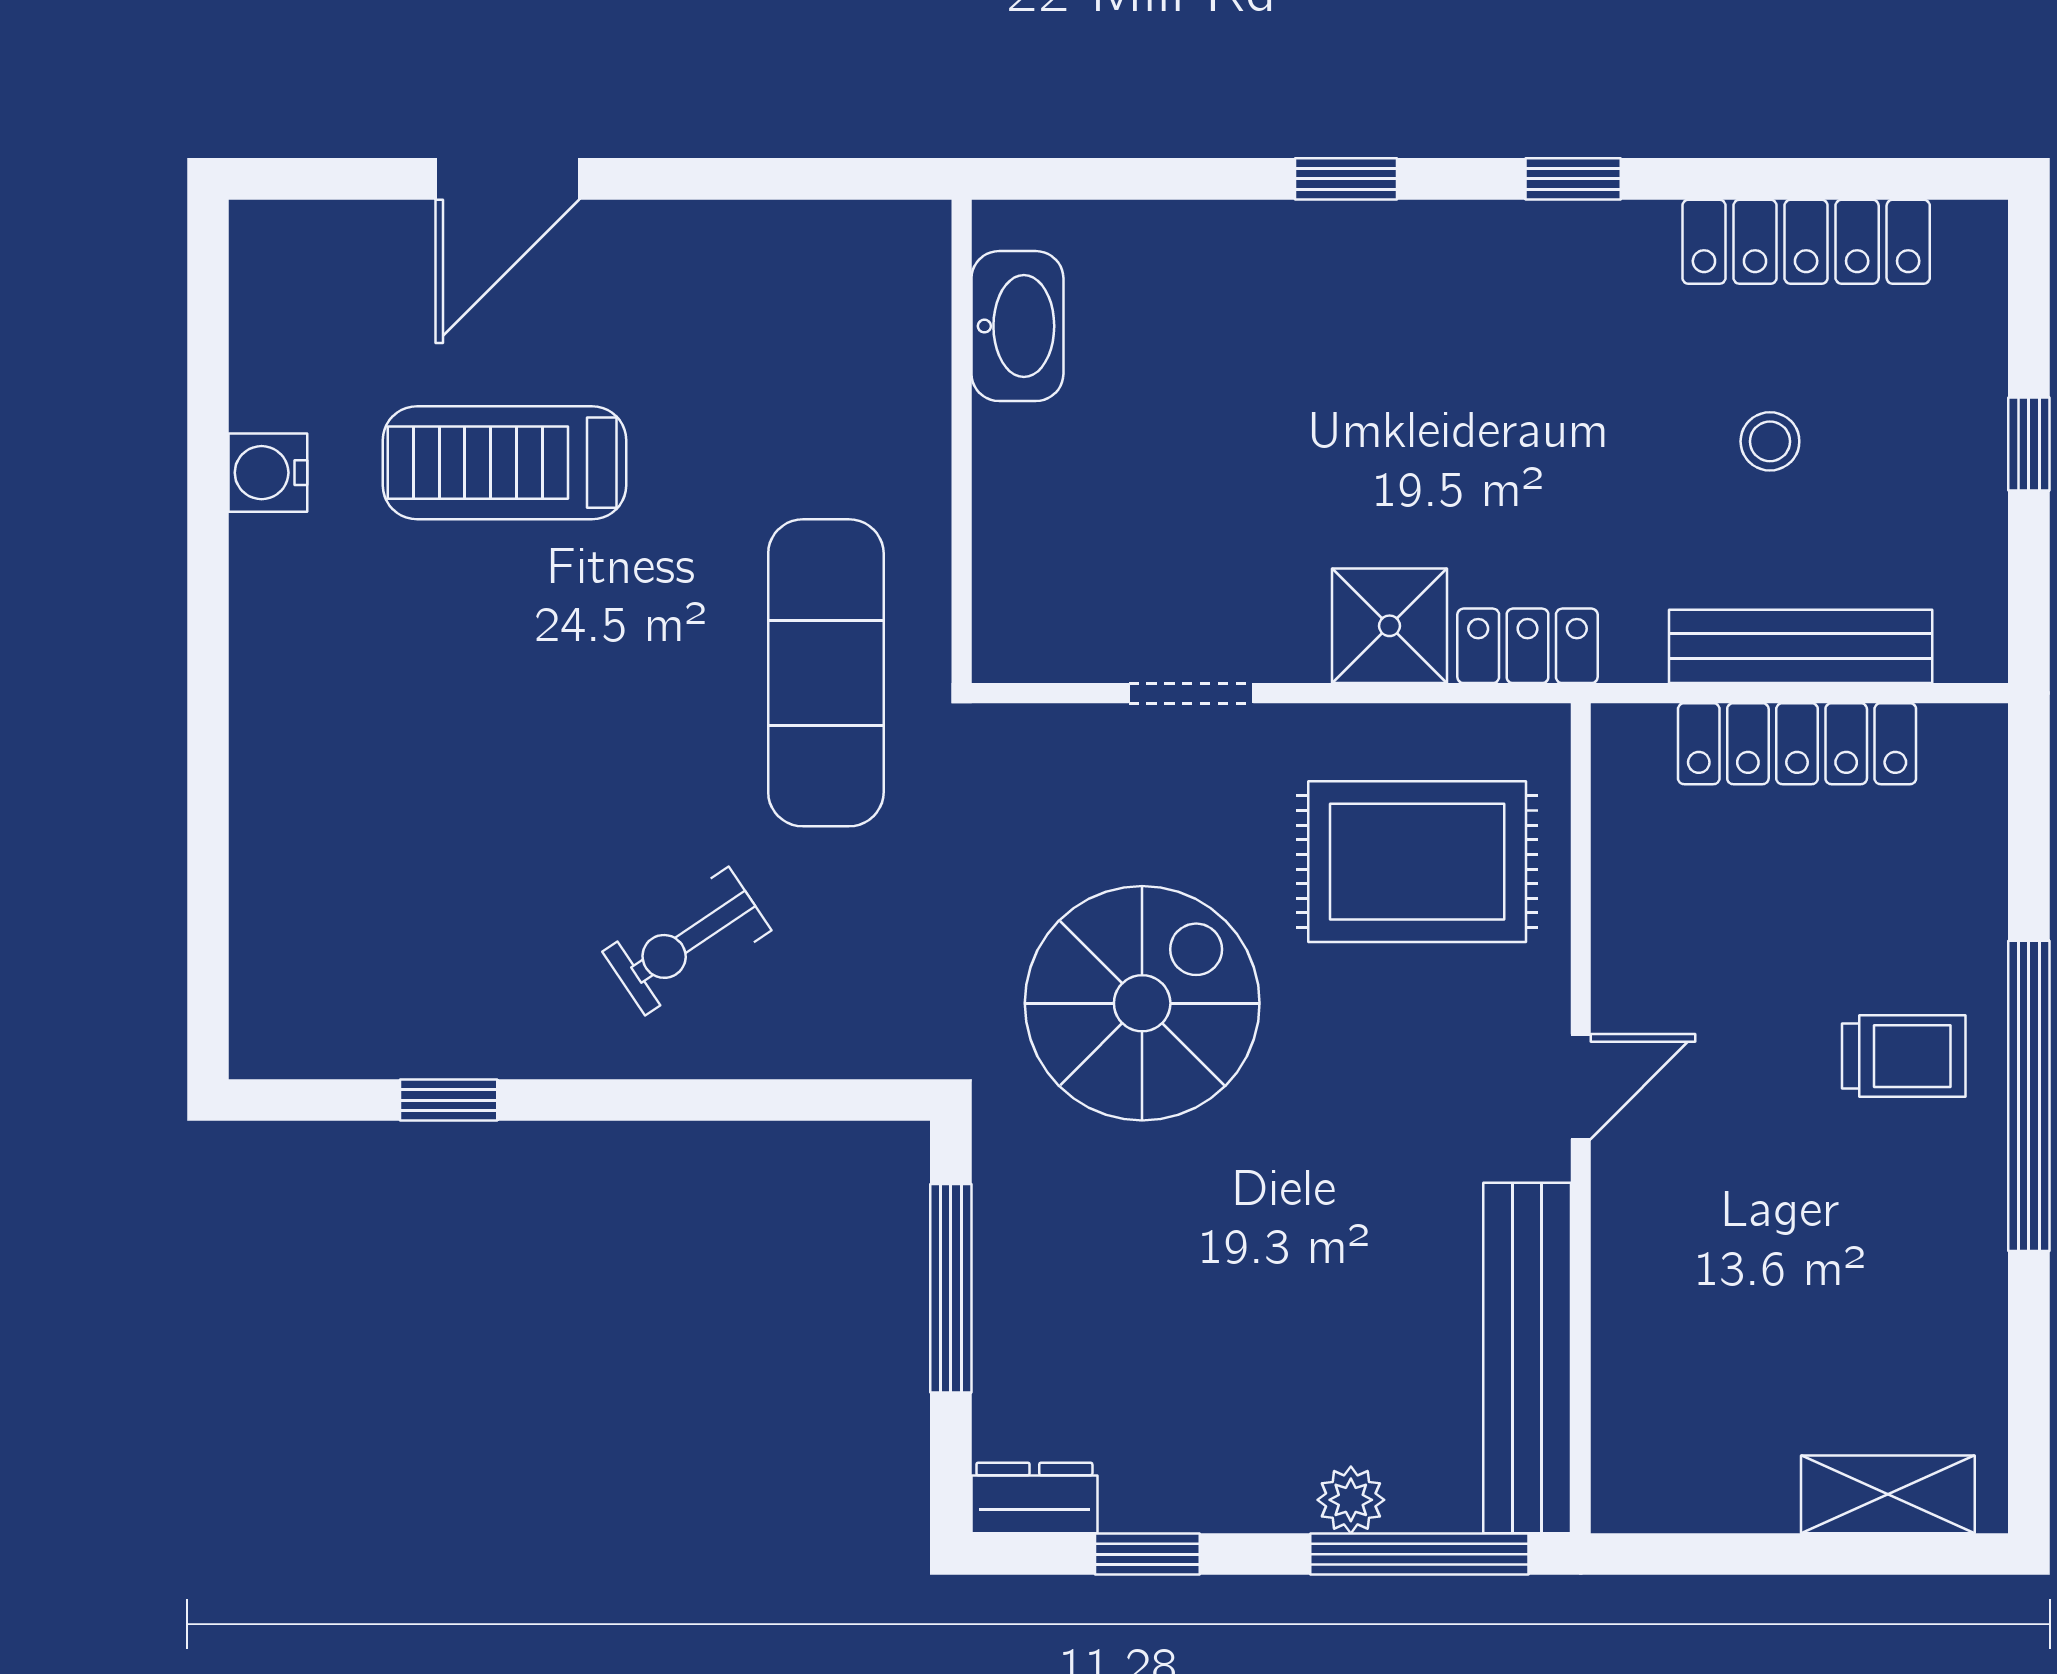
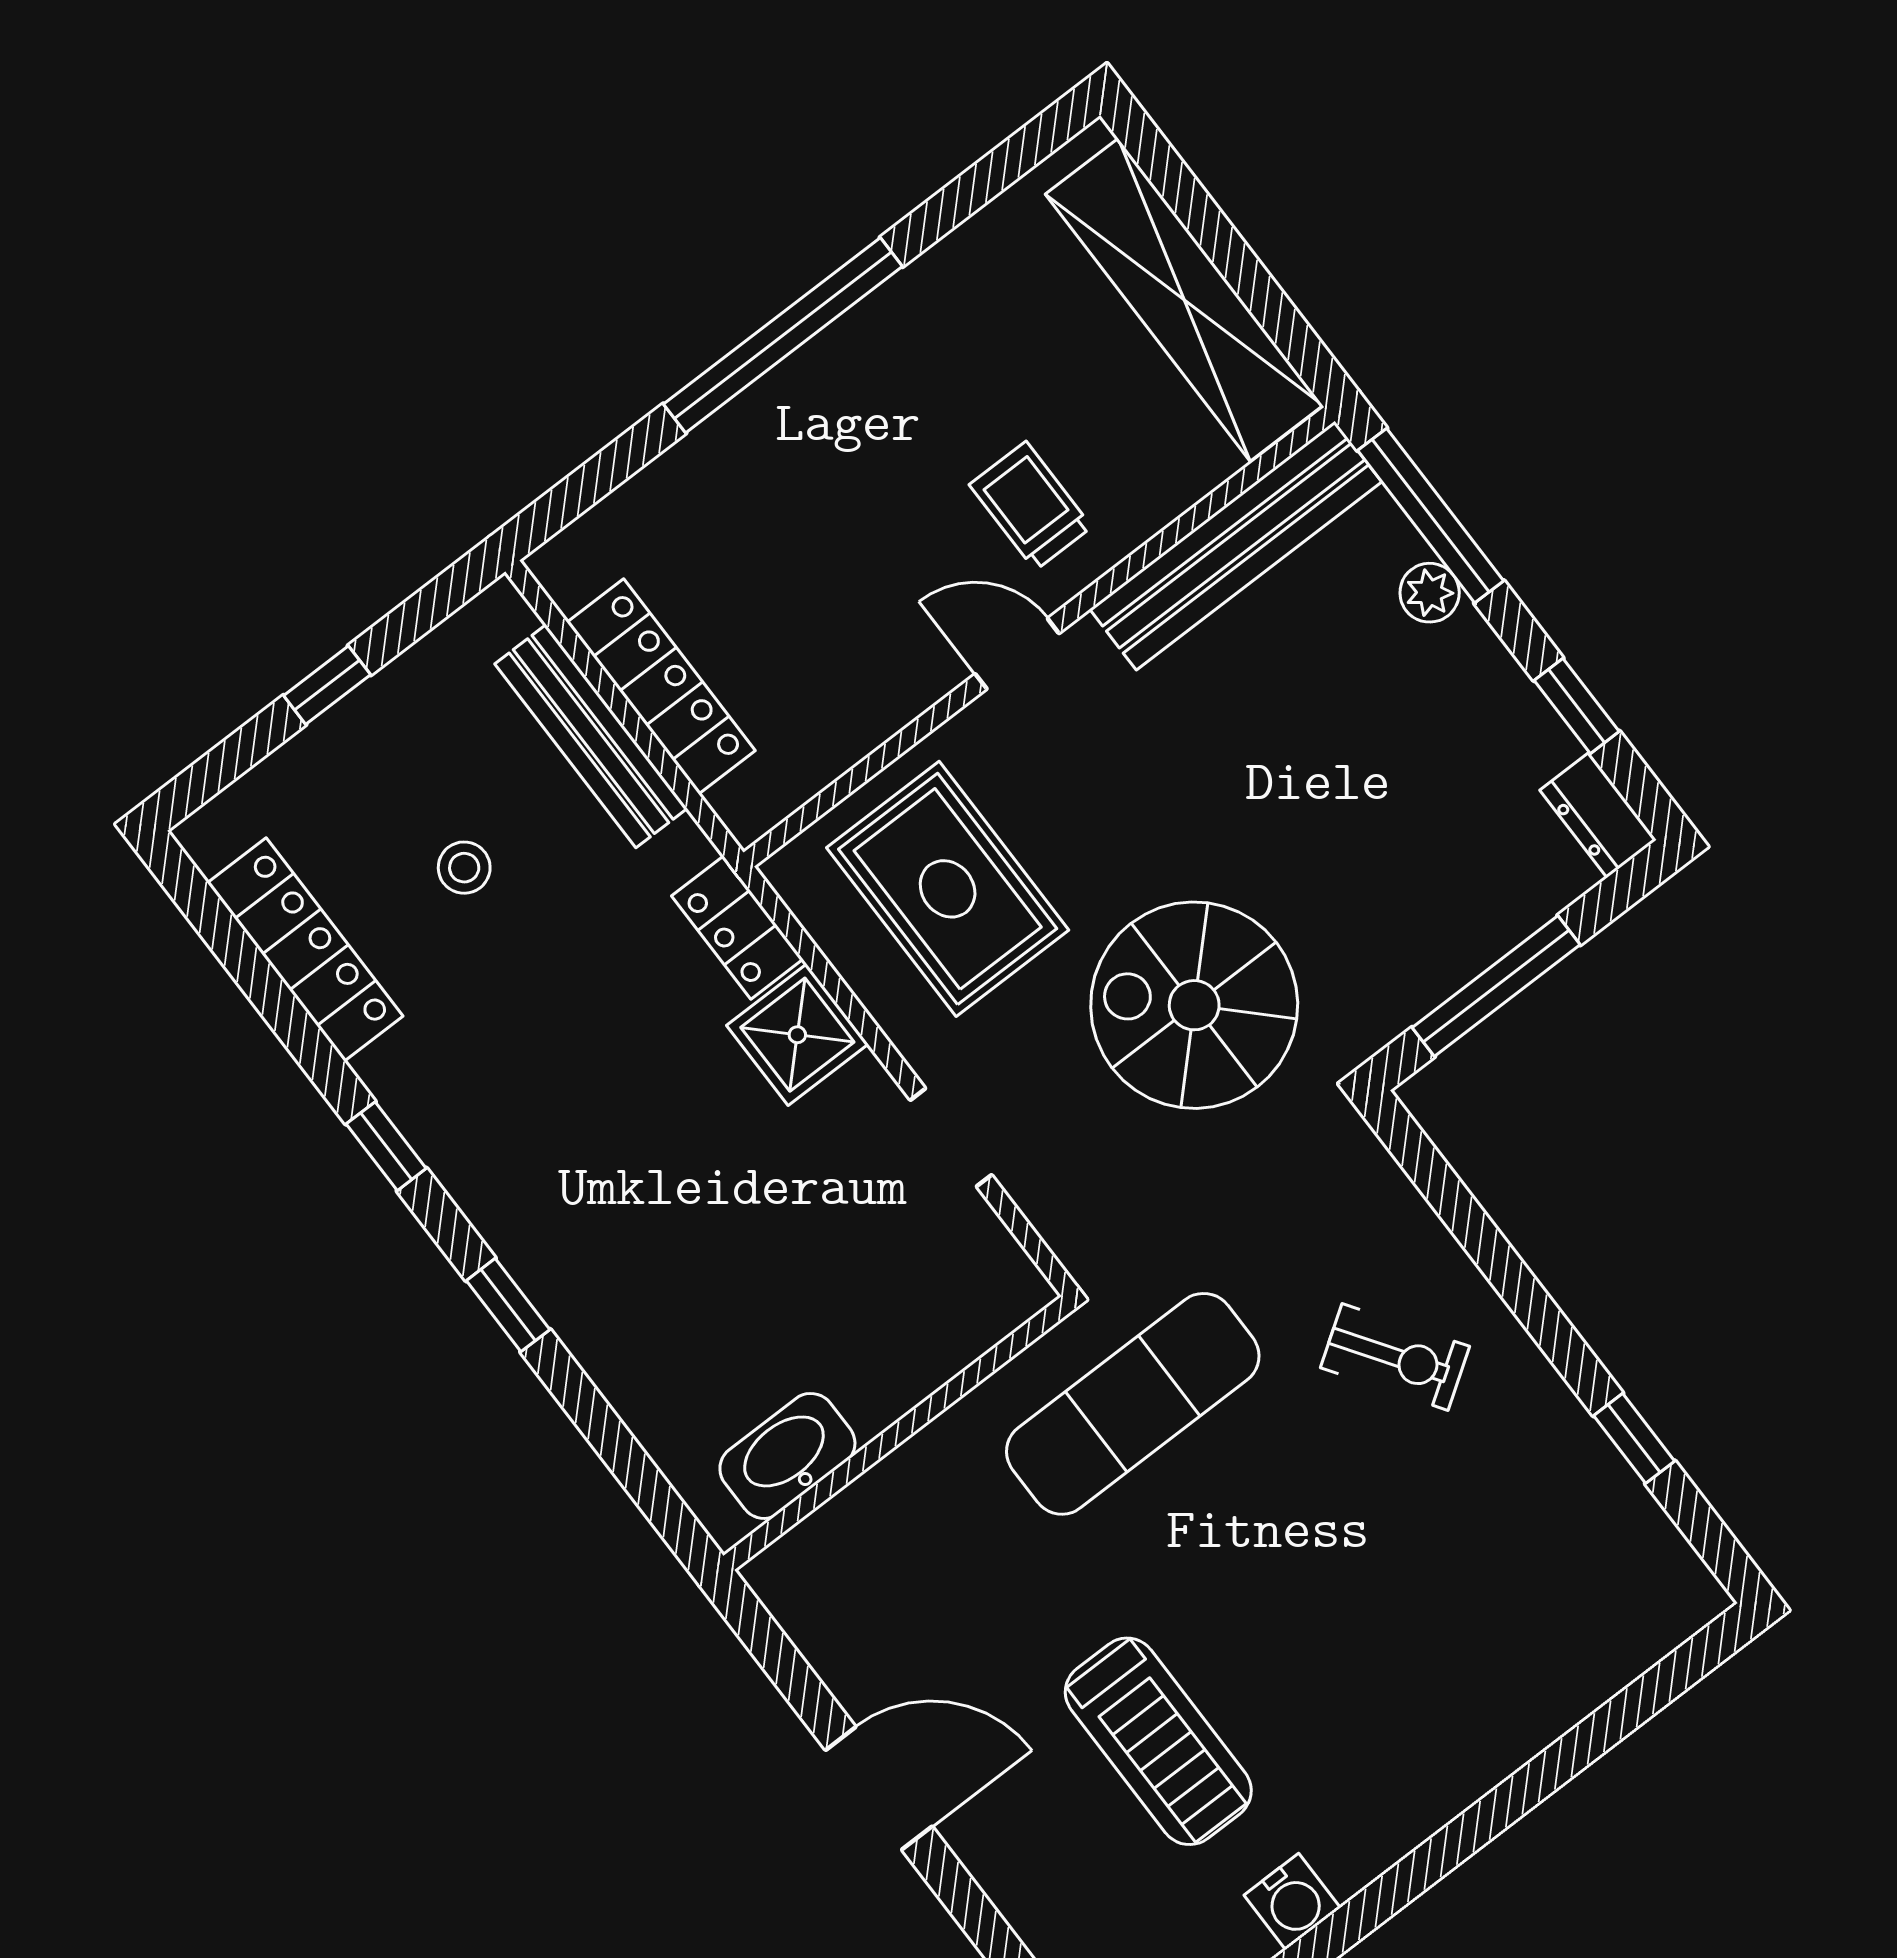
door: (507, 179) -> (879, 1788), moved
trolley: (1904, 1056) -> (1031, 506), moved
shelving: (1888, 1494) -> (1184, 300), width x2.20, depth x1.33

